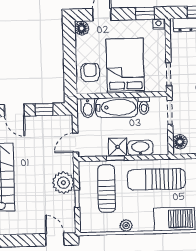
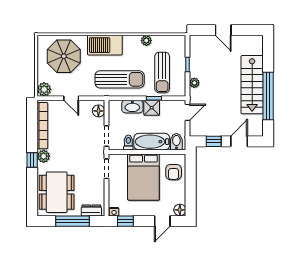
door: (14, 110) -> (239, 141), hinge flipped
plant: (63, 183) -> (194, 83), width x0.53, depth x0.53
door: (55, 240) -> (223, 30), moved

